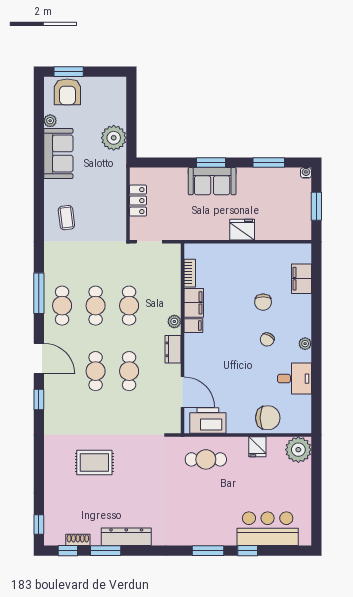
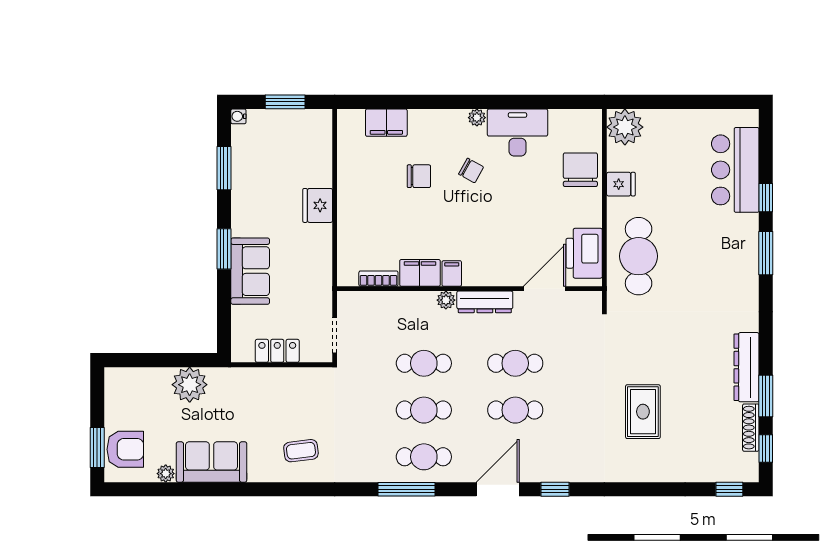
sofa: (212, 181) -> (250, 271), moved
dresser: (173, 349) -> (485, 302), width x1.44
desk: (294, 379) -> (517, 132), width x1.37
cafe table: (206, 459) -> (639, 256), width x1.37, depth x1.35
shoe rack: (78, 540) -> (751, 428), width x1.43

